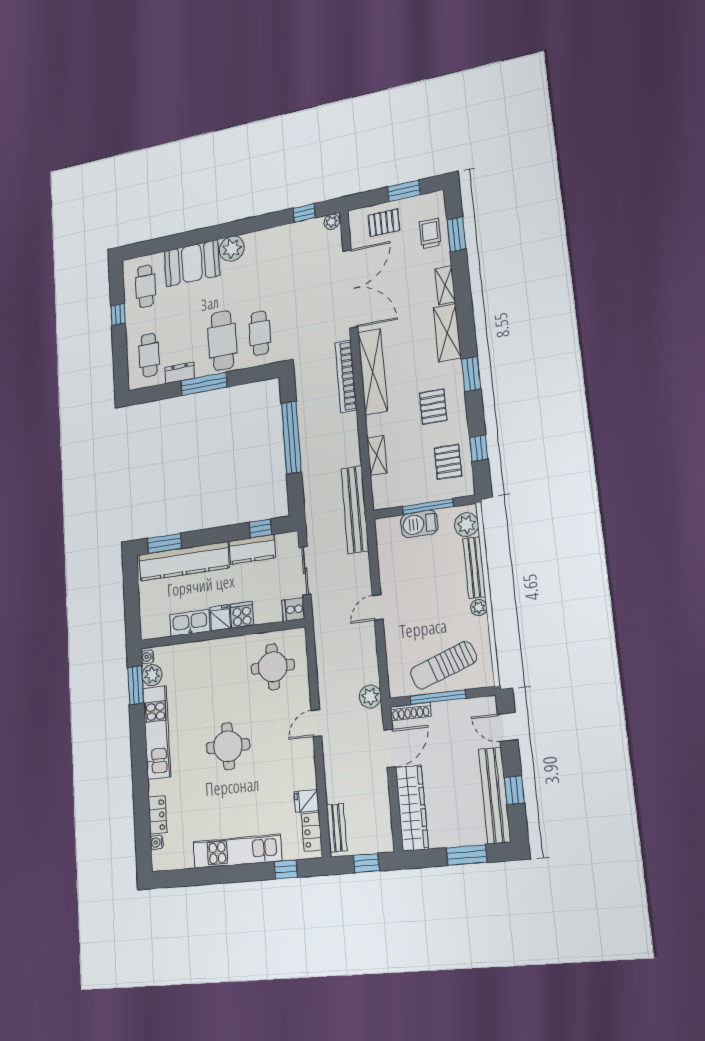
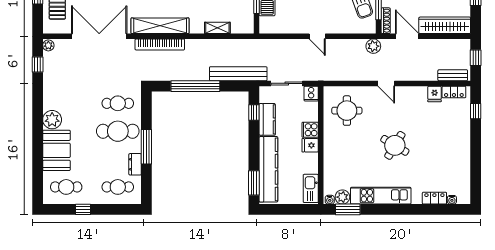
bench: (355, 510) -> (238, 74), moved
kitchen sink: (190, 623) -> (311, 188), moved
round table: (228, 746) -> (395, 145), turned 31
kitchen unit: (237, 851) -> (462, 143), removed

